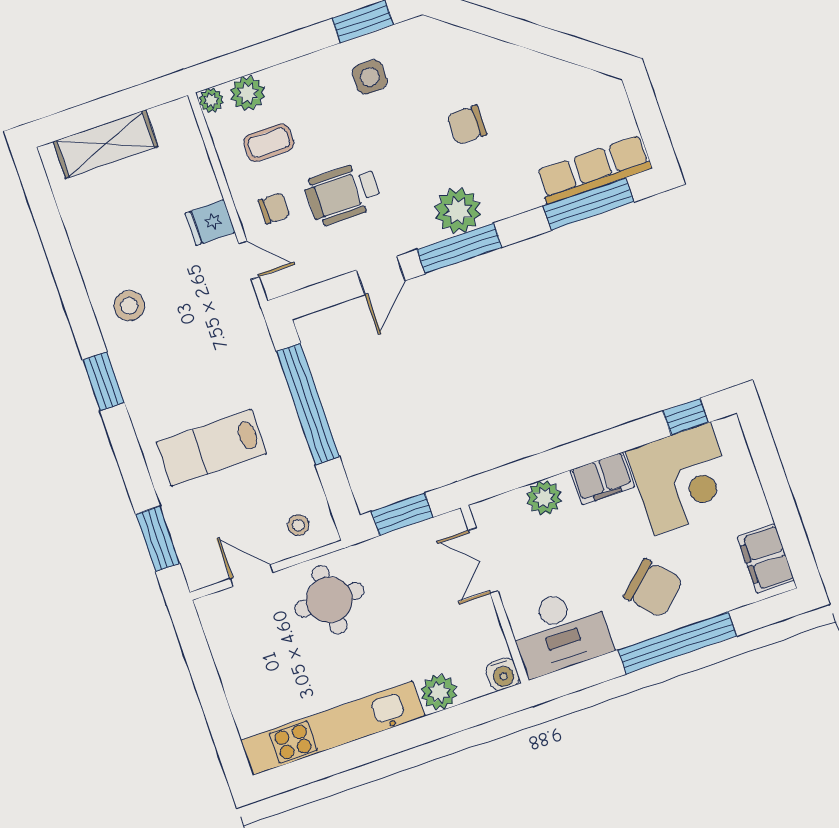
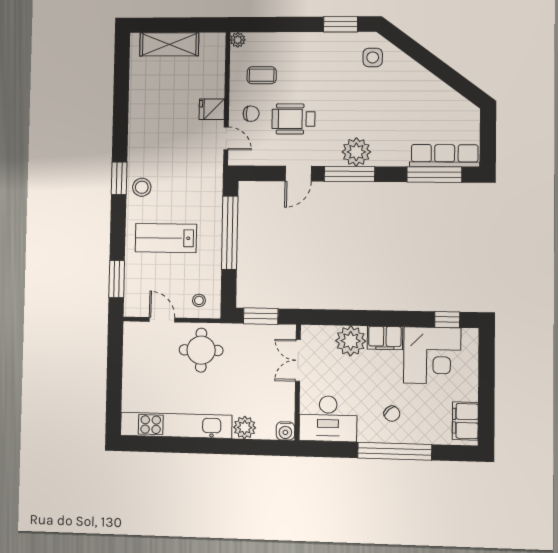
side table: (370, 77) -> (373, 57), moved
plant: (248, 93) -> (260, 43), removed
chair: (467, 125) -> (379, 104), removed
stool: (129, 306) -> (142, 187), moved
plant: (544, 498) -> (351, 341), width x1.36, depth x1.36
chair: (653, 588) -> (392, 414), width x0.54, depth x0.54

